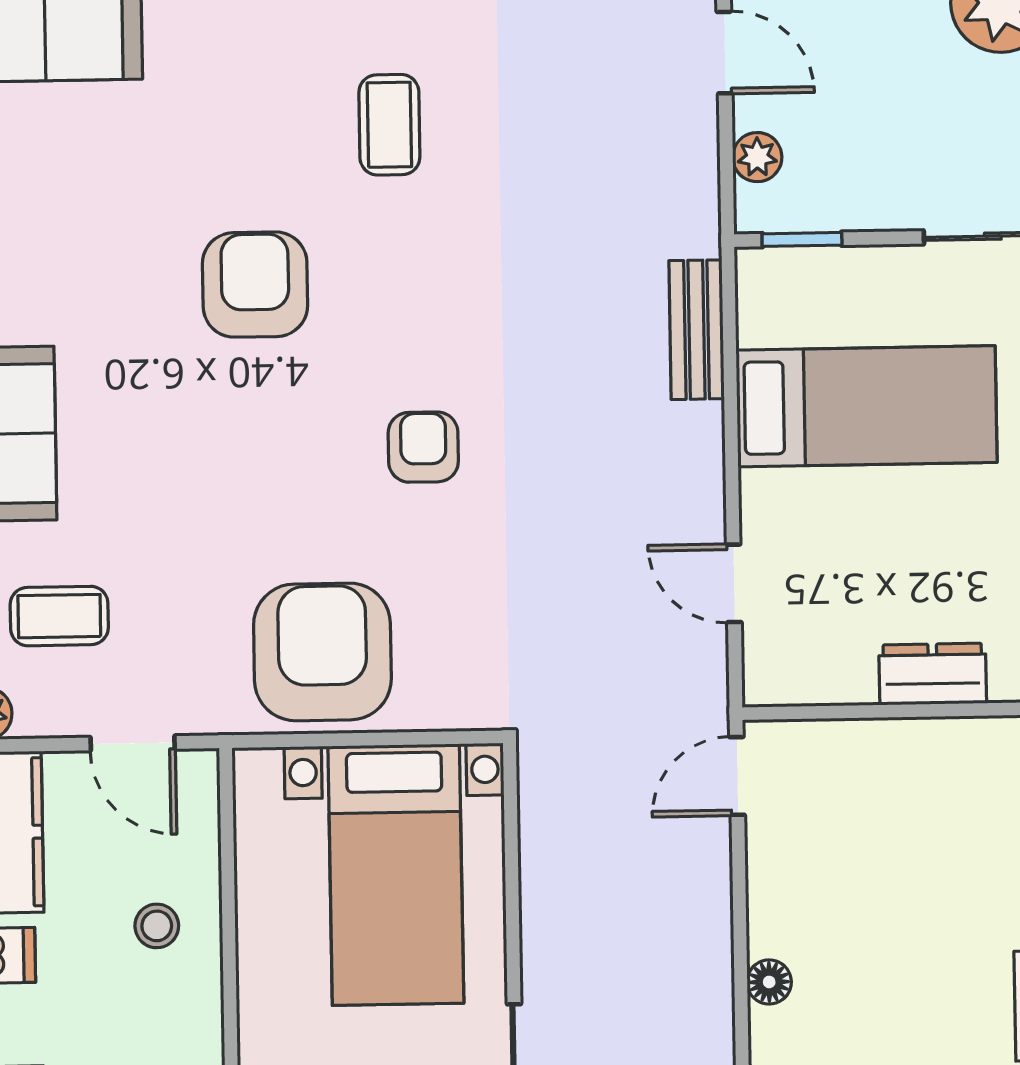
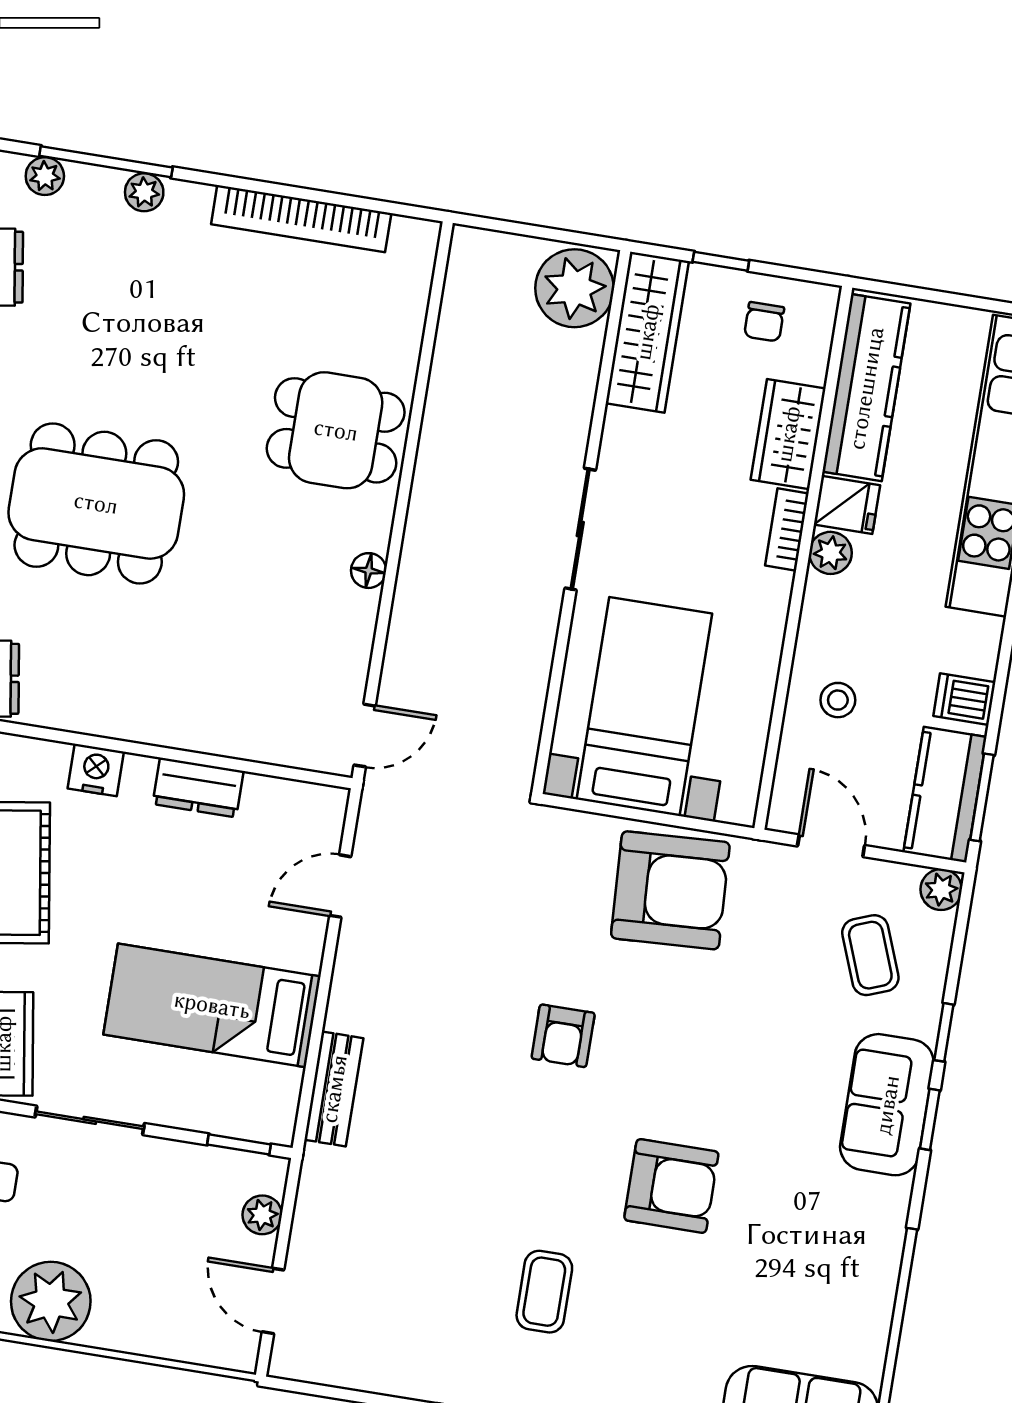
armchair: (255, 285) -> (671, 1186), turned -90
door: (734, 583) -> (340, 886), swing flipped
coffee table: (59, 616) -> (870, 955), turned 69
armchair: (322, 652) -> (670, 890), turned -93

